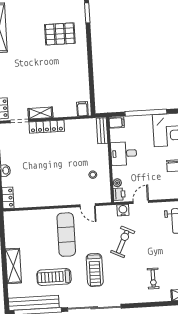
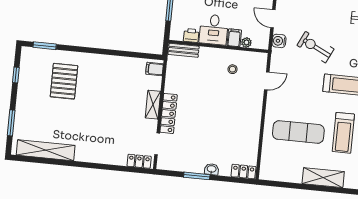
shelving: (40, 113) -> (153, 105), moved
filing cabinet: (117, 123) -> (234, 38), moved
printer: (119, 194) -> (191, 35), moved
exercise mat: (66, 235) -> (298, 132), moved

